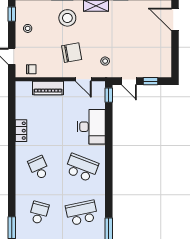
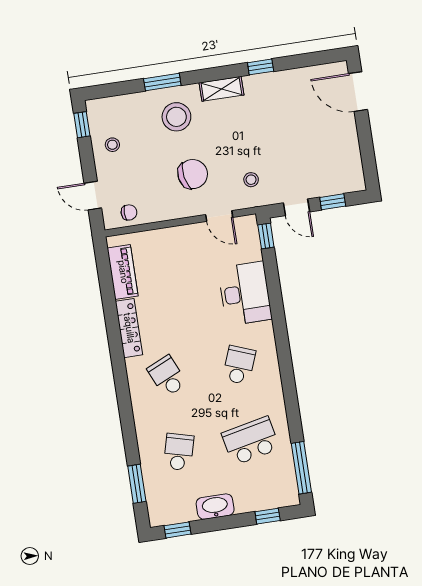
piano: (48, 88) -> (123, 272), moved, turned -90
locker: (21, 131) -> (129, 328), width x1.53
school desk: (82, 168) -> (239, 365), width x0.54

